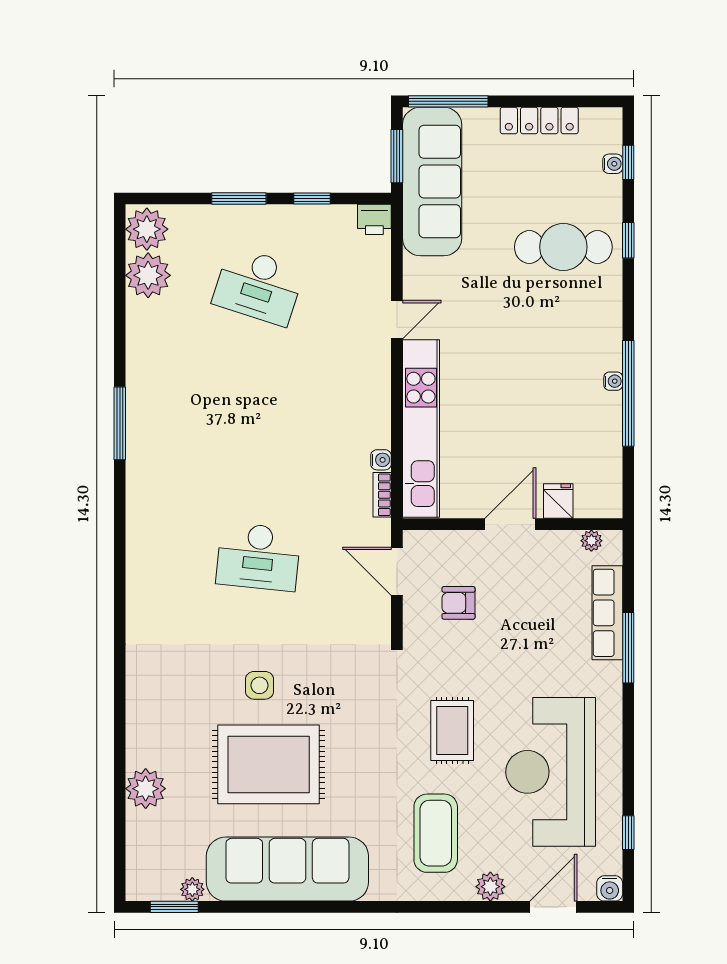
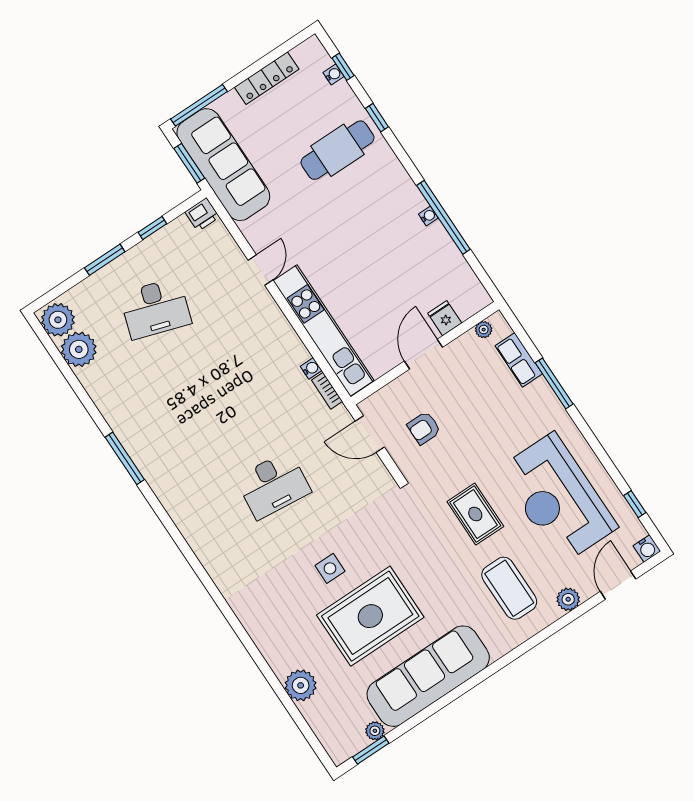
row of seats: (607, 613) -> (519, 360), width x0.68

